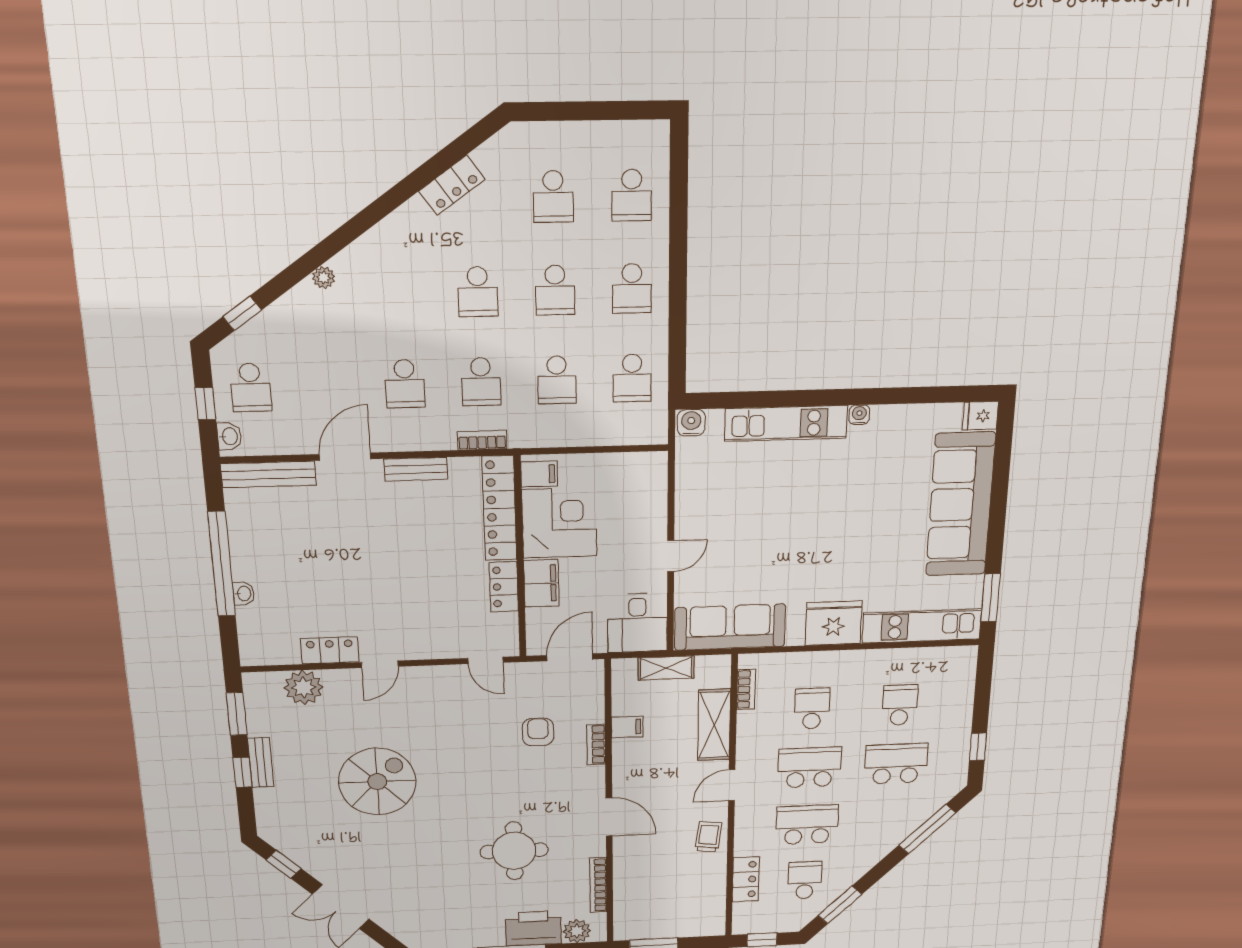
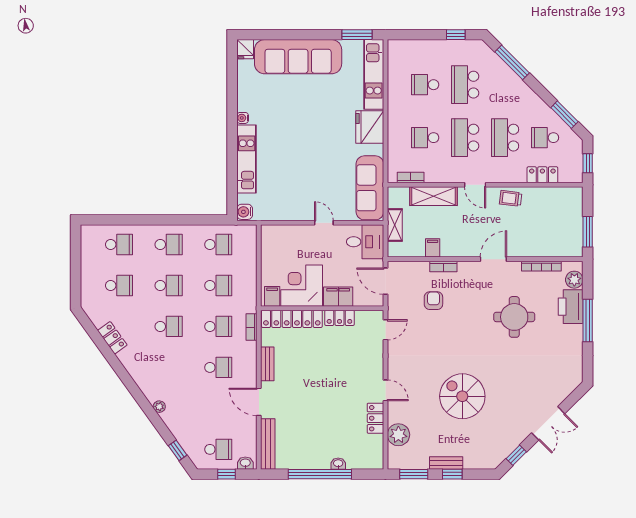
armchair: (538, 732) -> (433, 301), turned 90

